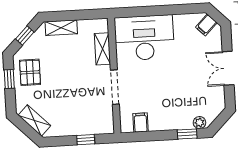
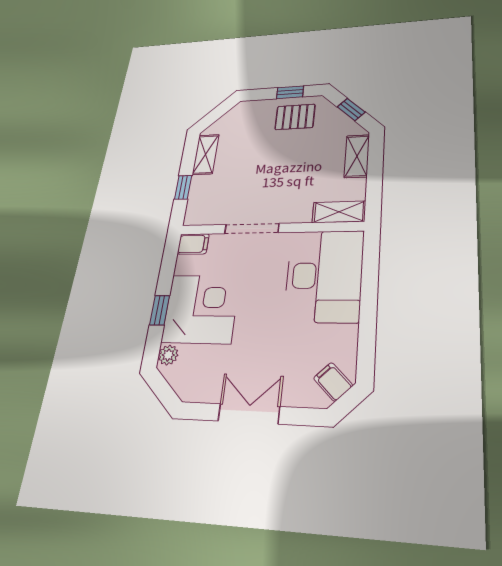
shelving: (103, 49) -> (339, 212), moved
corner desk: (170, 109) -> (201, 309), added
shelving: (34, 120) -> (206, 154), moved, turned -45
filing cabinet: (141, 123) -> (193, 244), moved
window: (187, 134) -> (160, 310), moved

